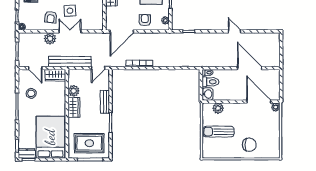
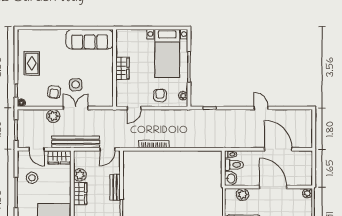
door: (122, 31) -> (134, 108), width x0.53
door: (259, 102) -> (273, 187), moved

